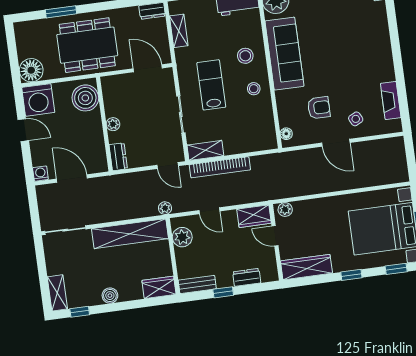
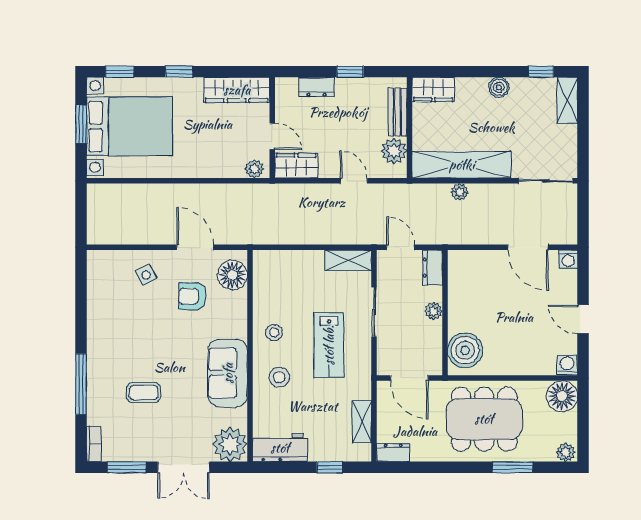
plant: (23, 28) -> (566, 452), added
window: (393, 30) -> (81, 384), added
coffee table: (346, 31) -> (143, 392), added
sofa: (284, 54) -> (228, 373), width x0.73
boiler: (85, 98) -> (465, 350), moved
washing machine: (38, 100) -> (567, 365), width x0.53, depth x0.53
fireplace: (391, 101) -> (97, 293), removed
wall: (104, 124) -> (445, 313), moved
plant: (113, 124) -> (434, 311), moved
floor lamp: (286, 134) -> (233, 275), width x1.89, depth x1.89
door: (336, 143) -> (195, 247), moved
dresser: (118, 157) -> (432, 268), moved
bookcase: (220, 167) -> (332, 236), removed
plant: (165, 208) -> (459, 192), moved
bench: (197, 284) -> (398, 112), moved, turned 90

